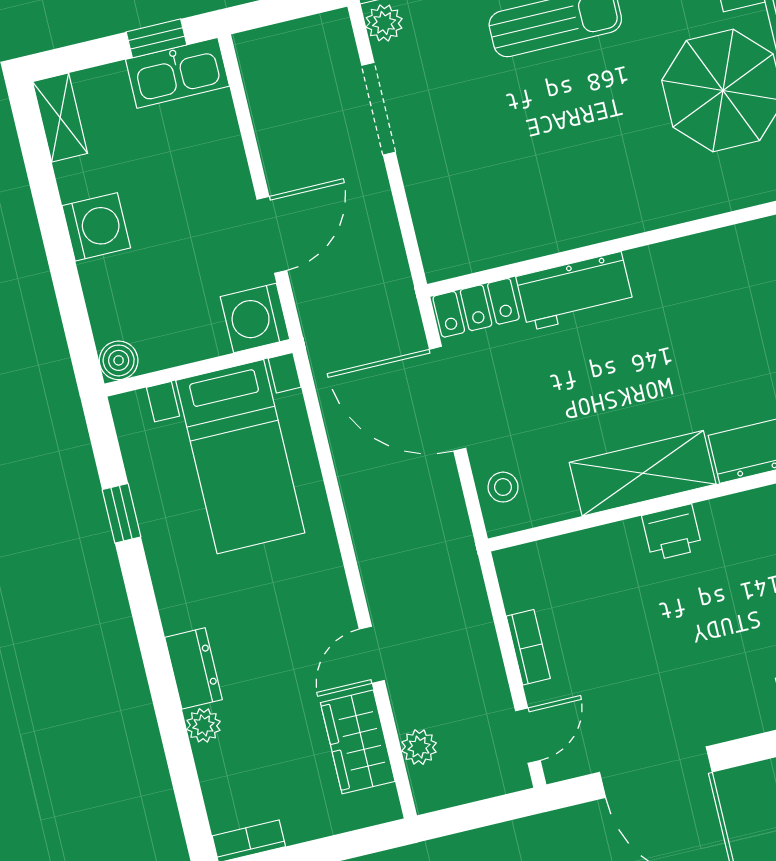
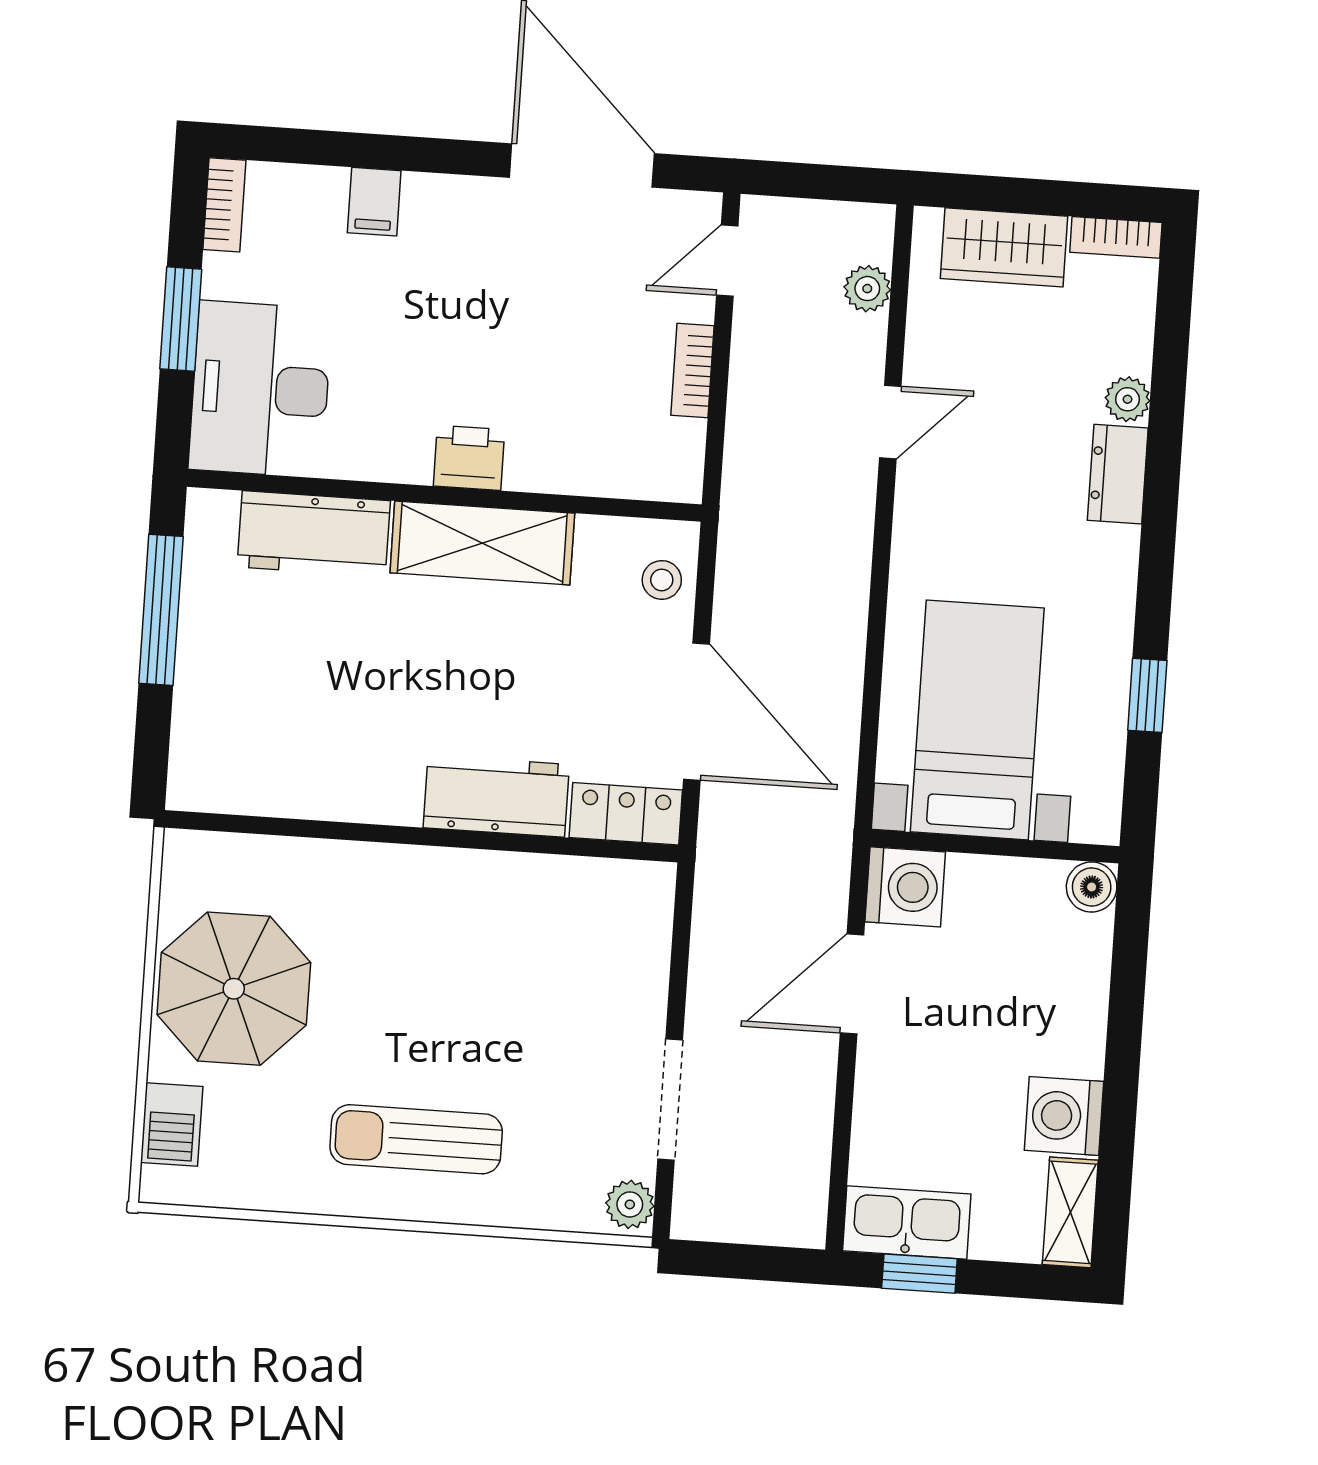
washing machine: (96, 227) -> (1064, 1116), moved
wardrobe: (358, 742) -> (1004, 247), moved, turned 90

